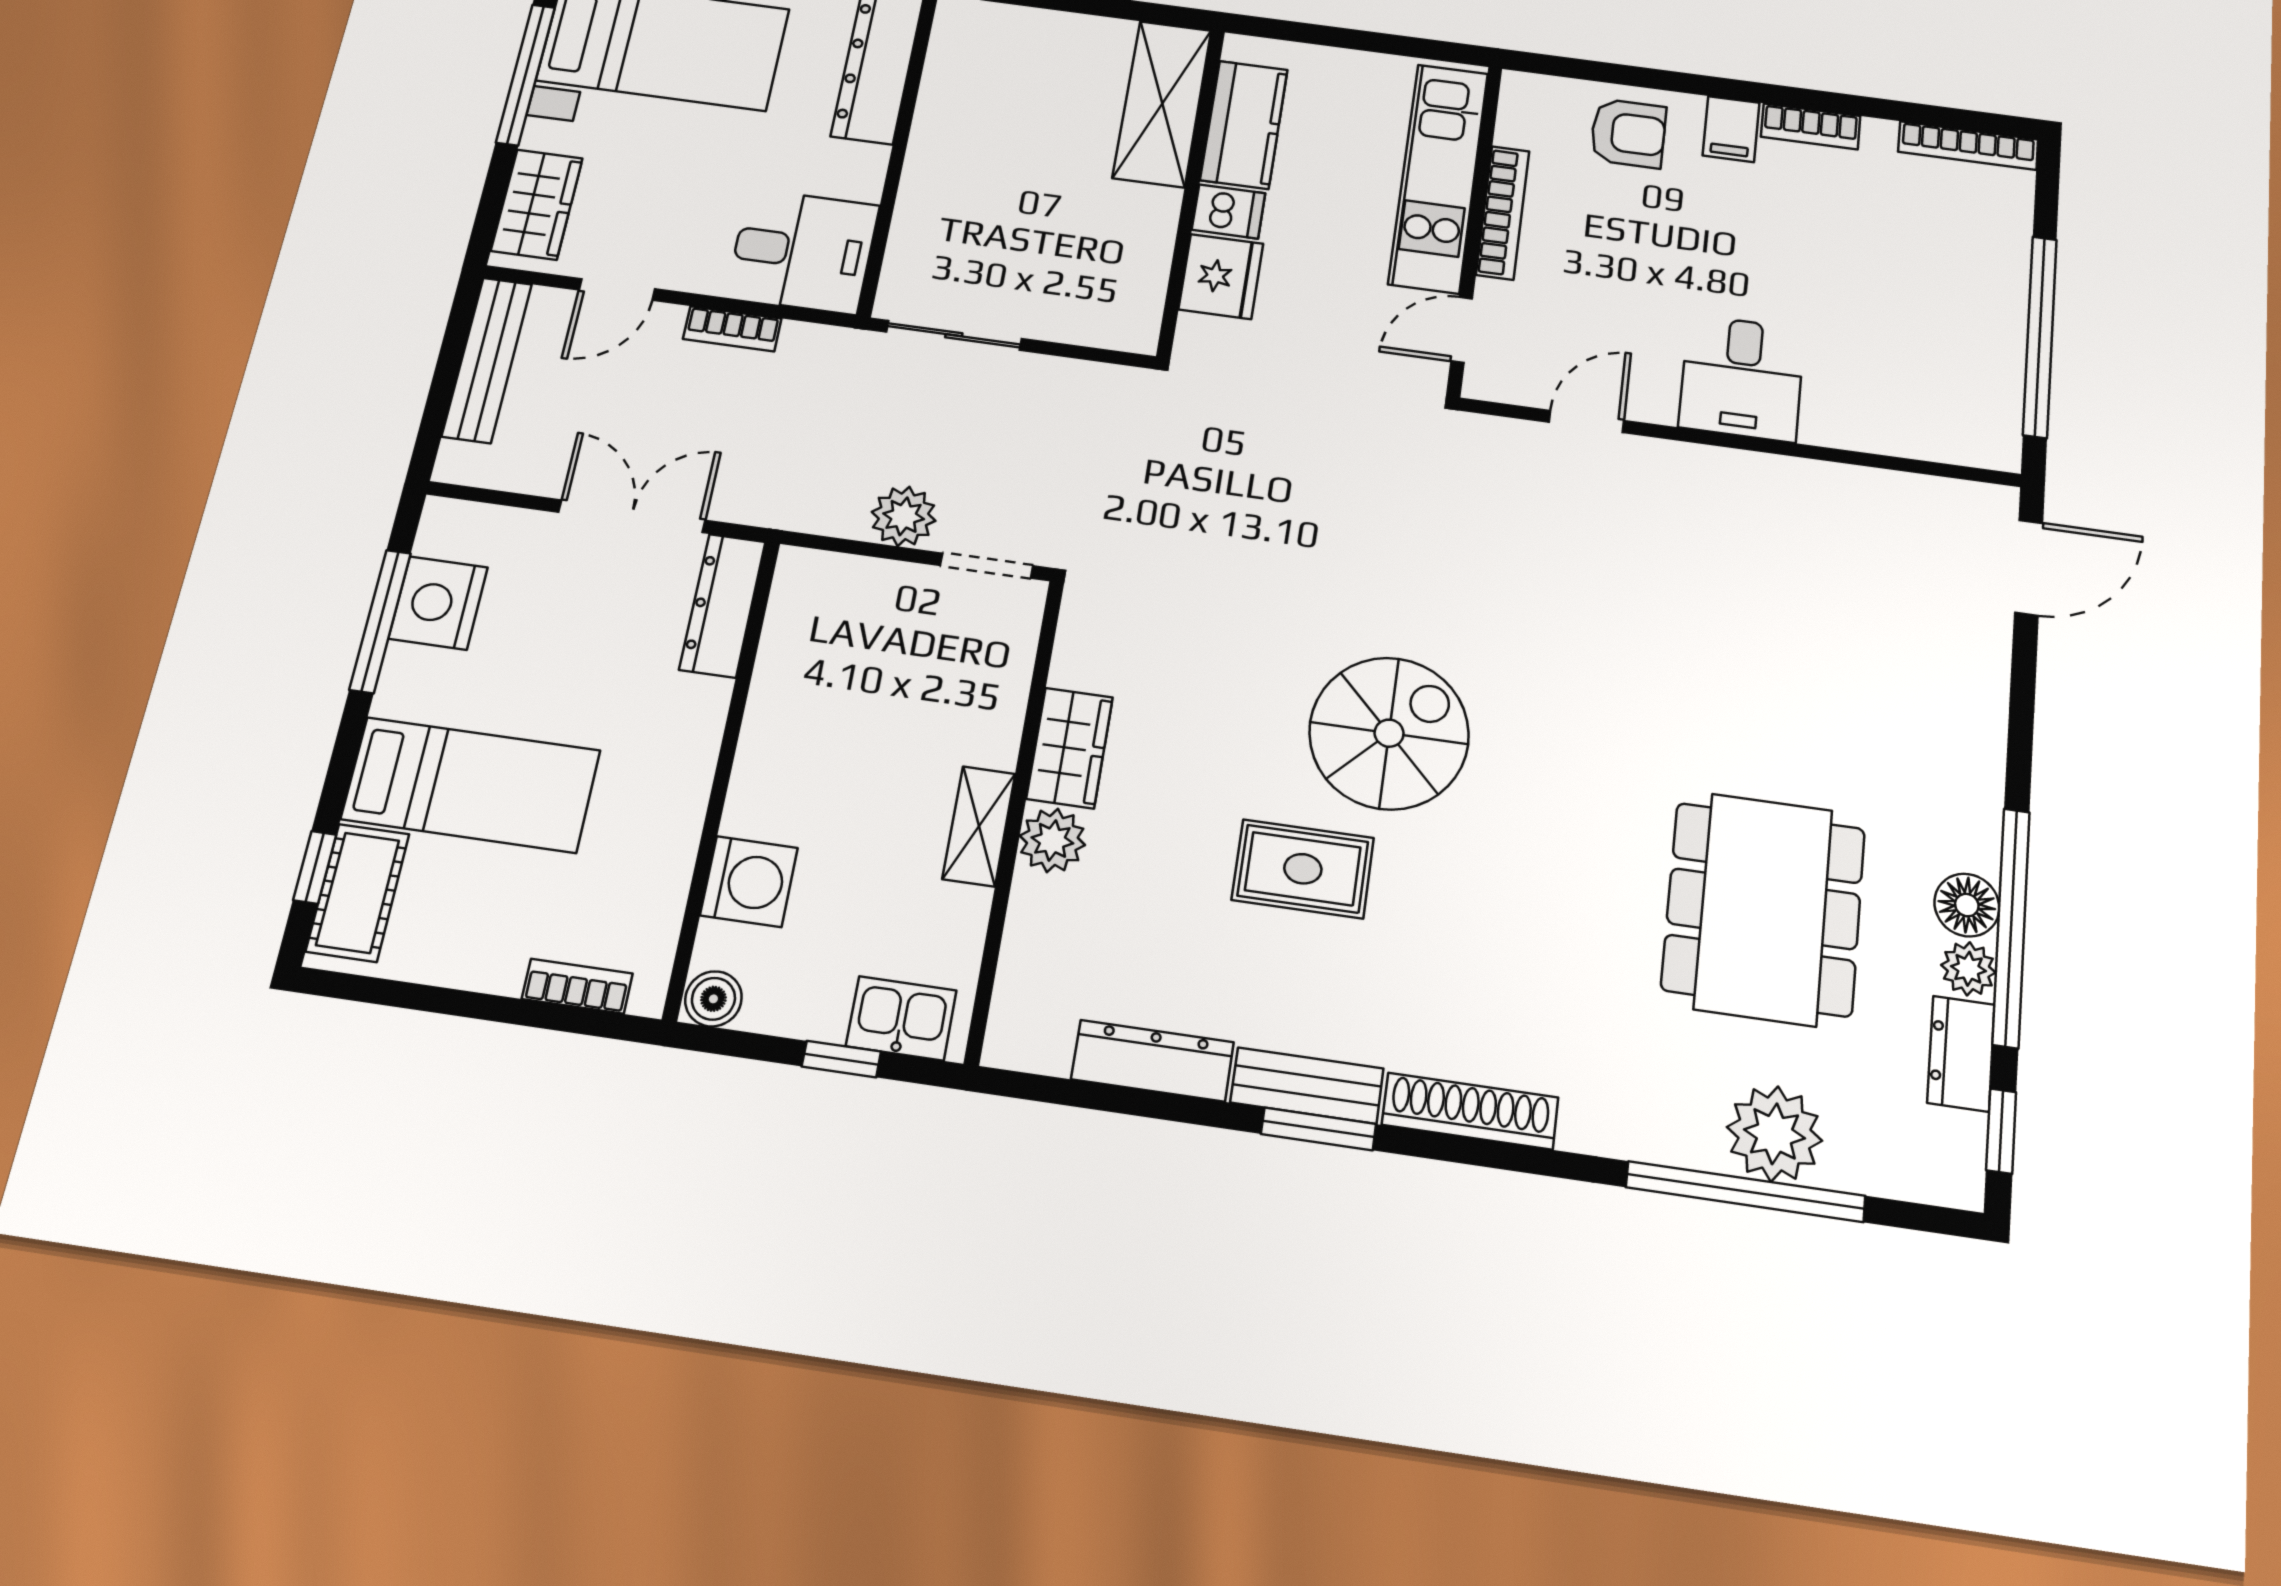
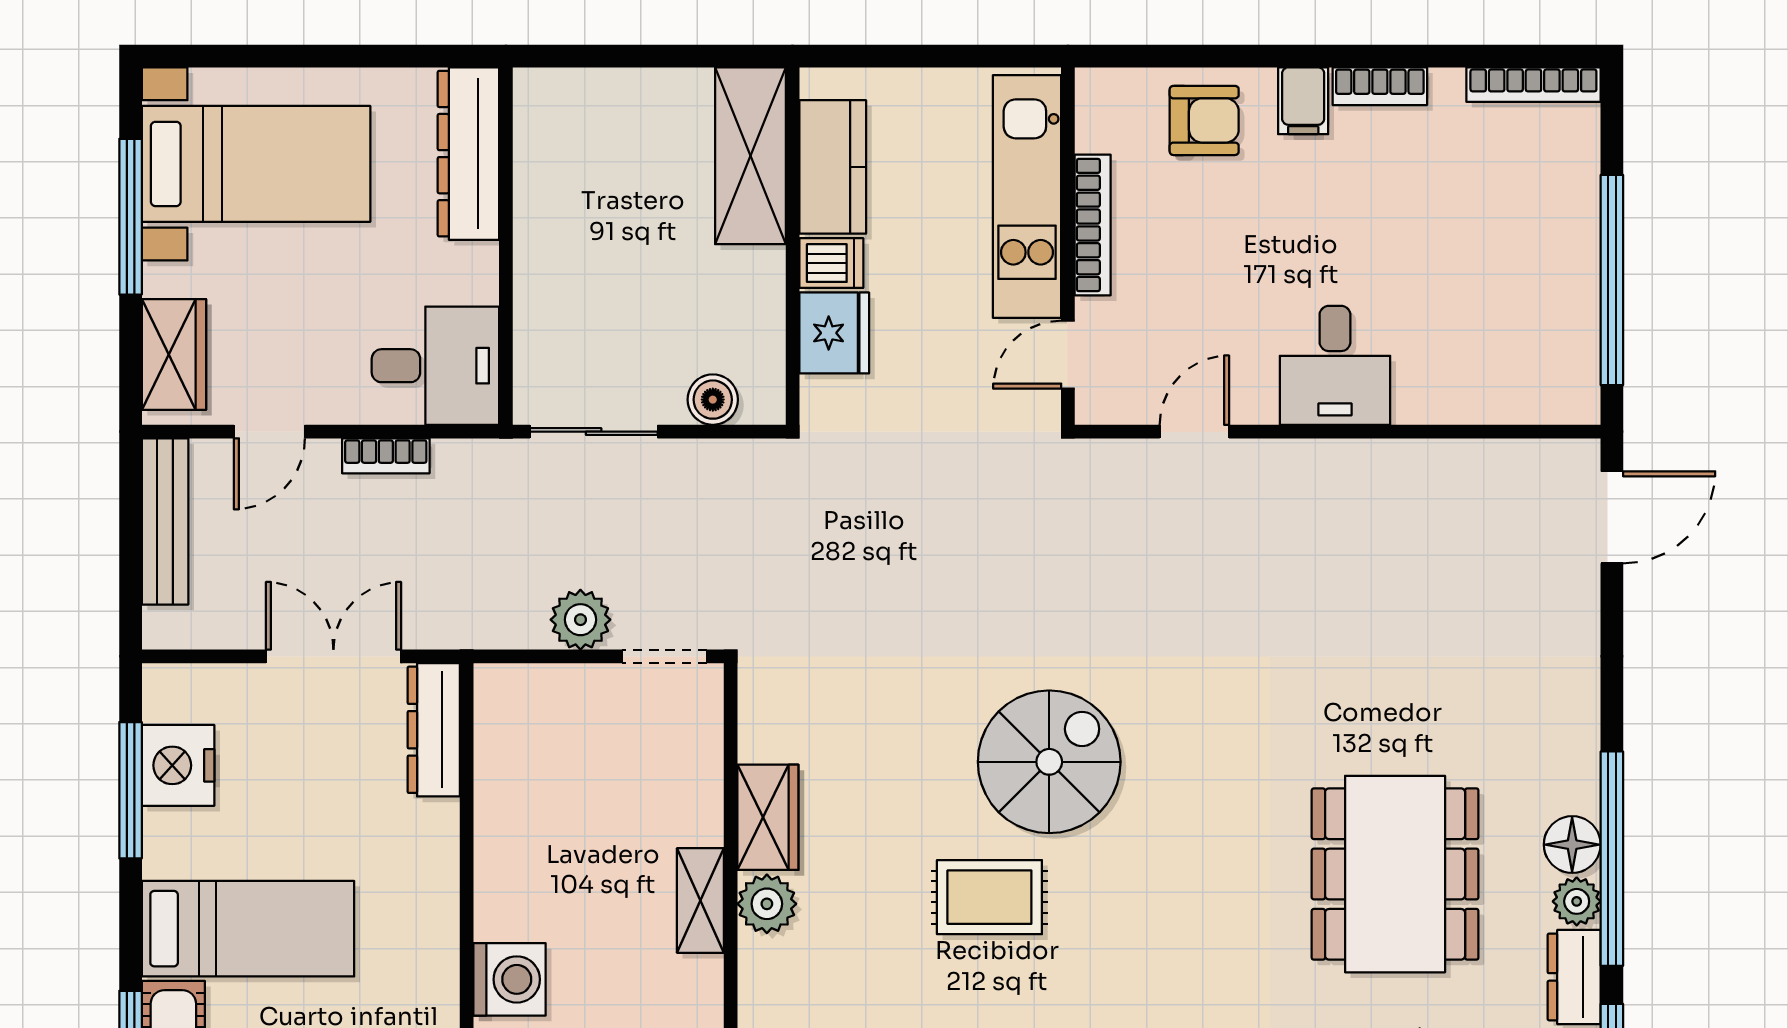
boiler: (1084, 322) -> (713, 400), added

